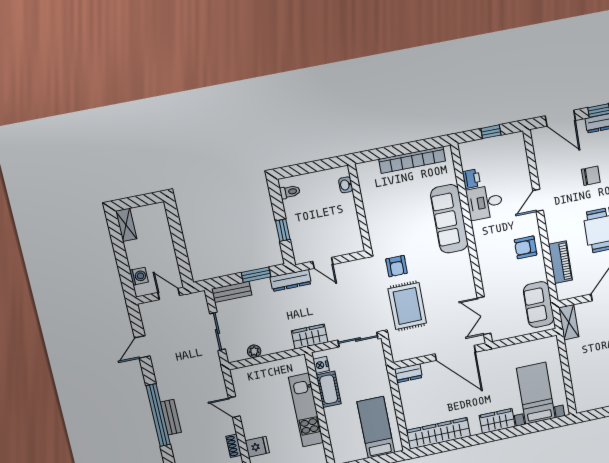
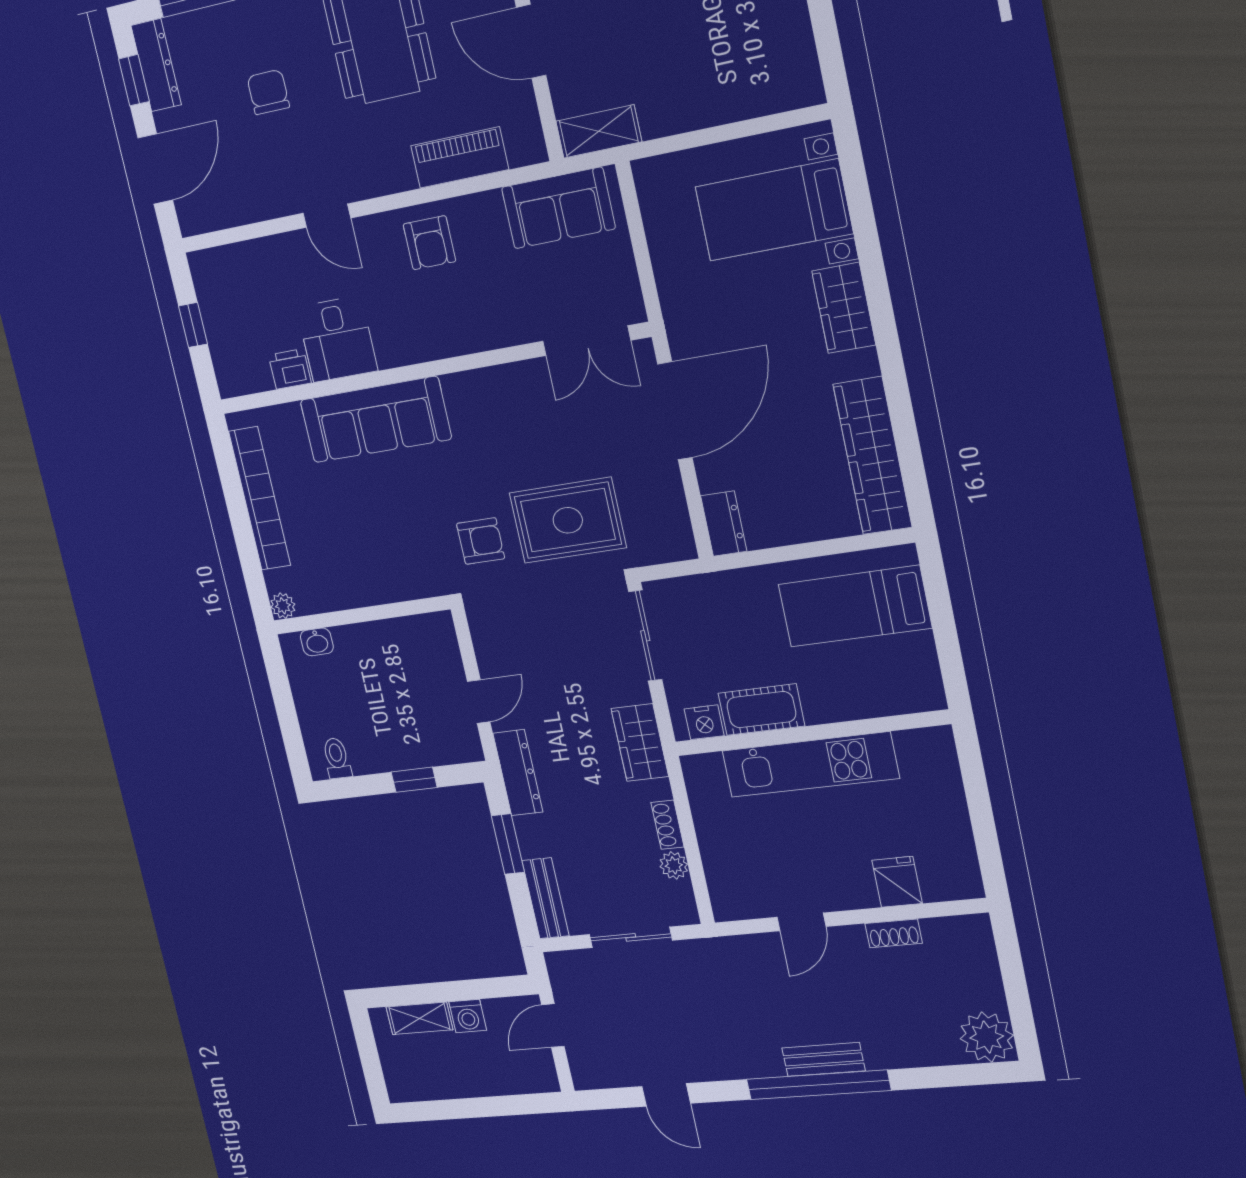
plant: (362, 169) -> (283, 606), added
shelving: (126, 225) -> (419, 1018), moved
washing machine: (139, 276) -> (468, 1016), moved, turned 180
shoe rack: (273, 349) -> (668, 825), added

